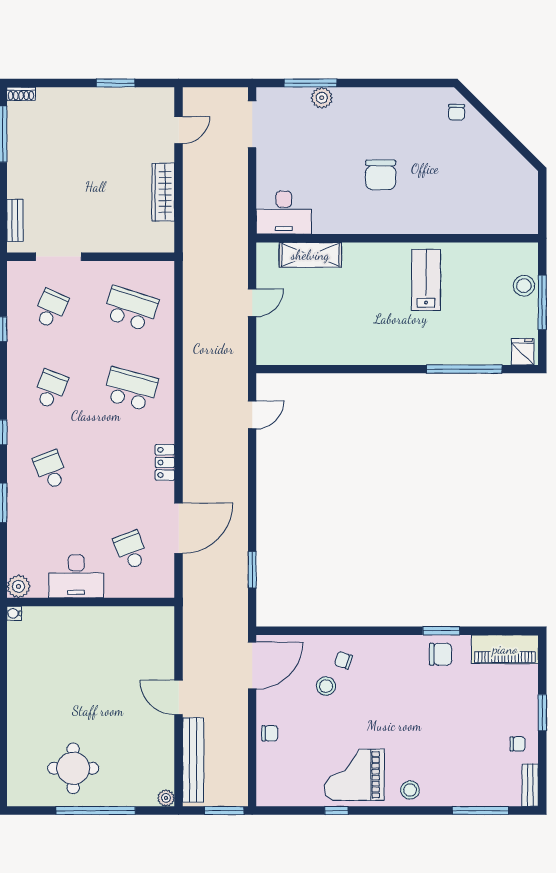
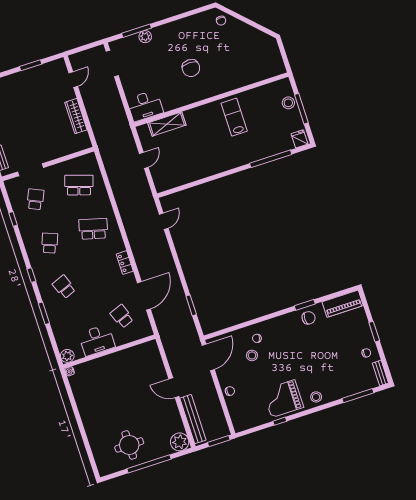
plant: (166, 798) -> (180, 442), width x1.88, depth x1.88

